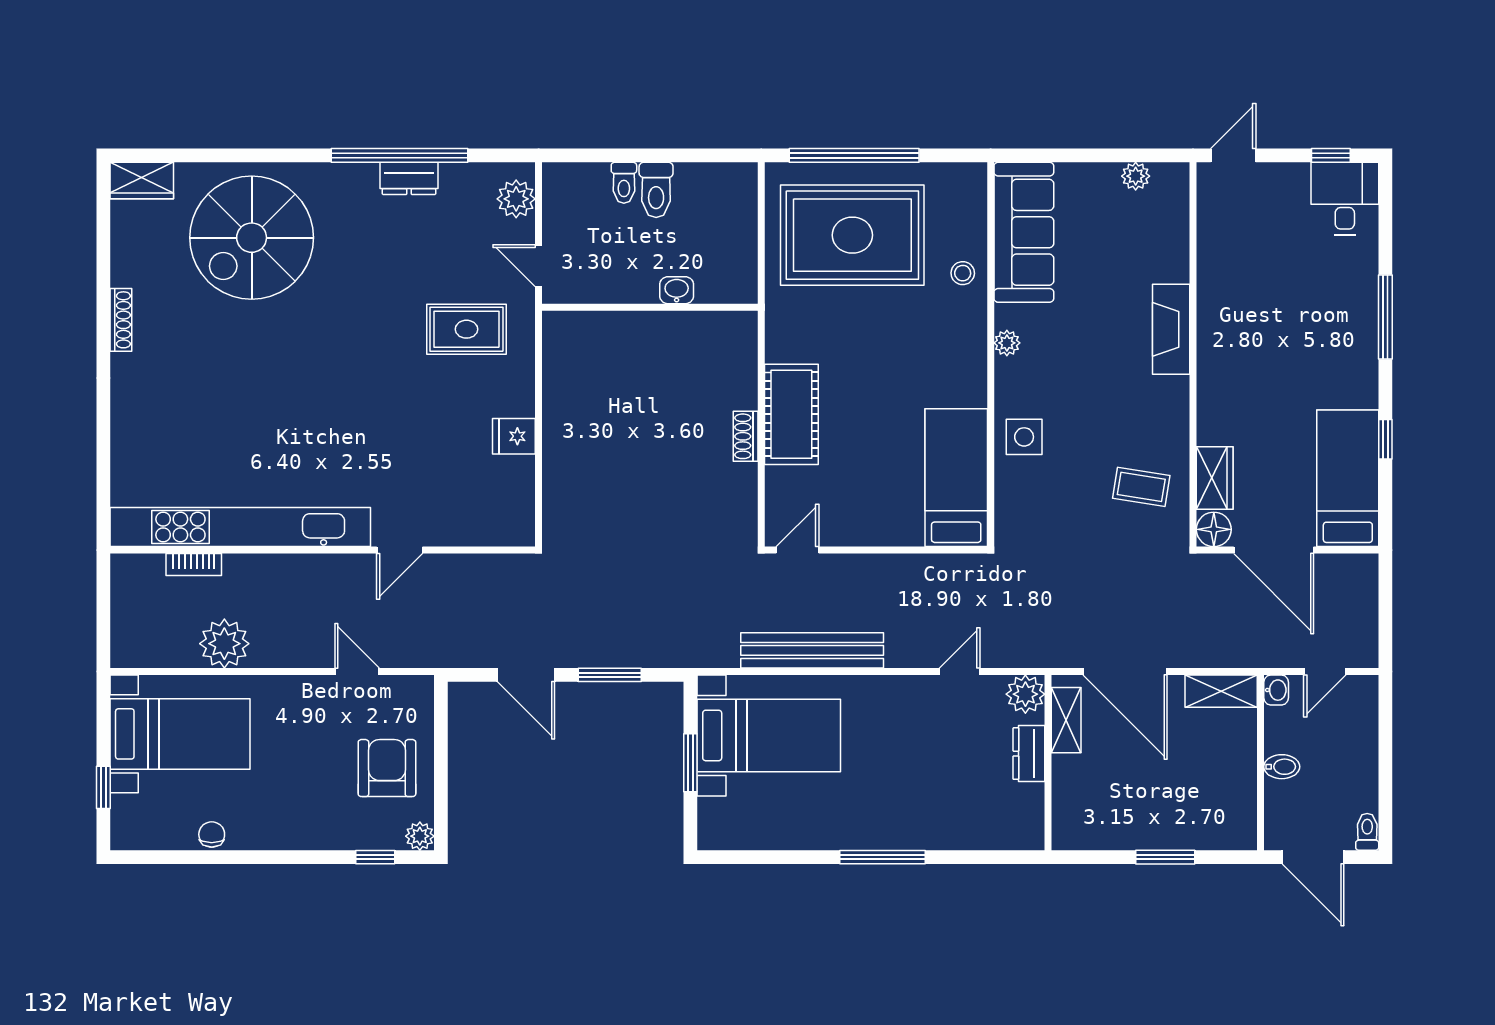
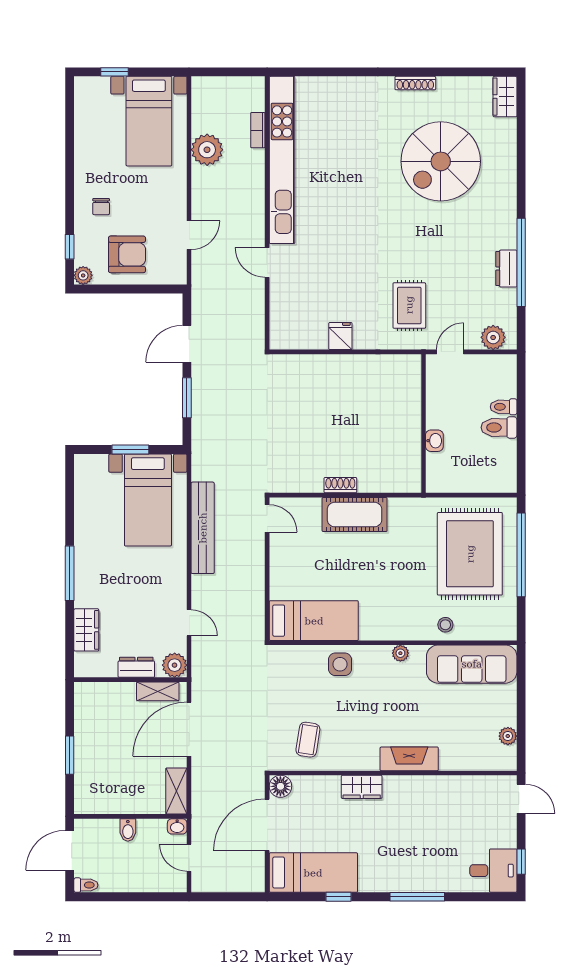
spiral stairs: (252, 238) -> (441, 161), moved, turned -90
wardrobe: (1215, 478) -> (362, 787), moved
wardrobe: (971, 831) -> (86, 630), added
chair: (212, 834) -> (101, 207), moved, turned 90

